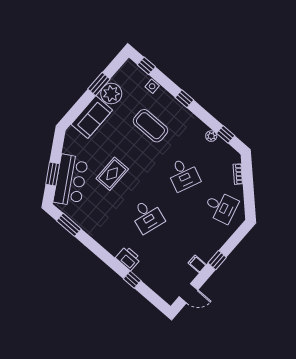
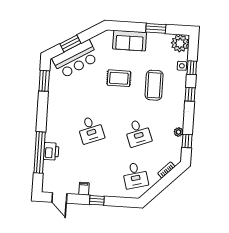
window: (146, 66) -> (192, 68), moved
plant: (111, 94) -> (180, 43), moved
rug: (112, 174) -> (119, 78), moved
desk: (183, 174) -> (138, 133), turned -45
desk: (147, 216) -> (91, 130), turned -39
printer: (128, 258) -> (51, 151), moved
window: (132, 280) -> (40, 152), width x3.17

